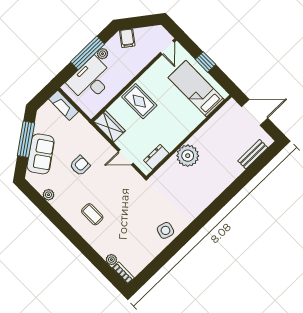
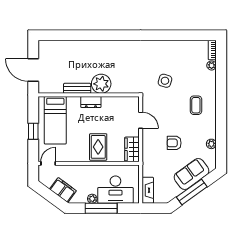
filing cabinet: (127, 38) -> (63, 190), width x2.00
bench: (253, 154) -> (77, 88), moved
dresser: (156, 157) -> (91, 102), moved
side table: (165, 230) -> (165, 81), moved

